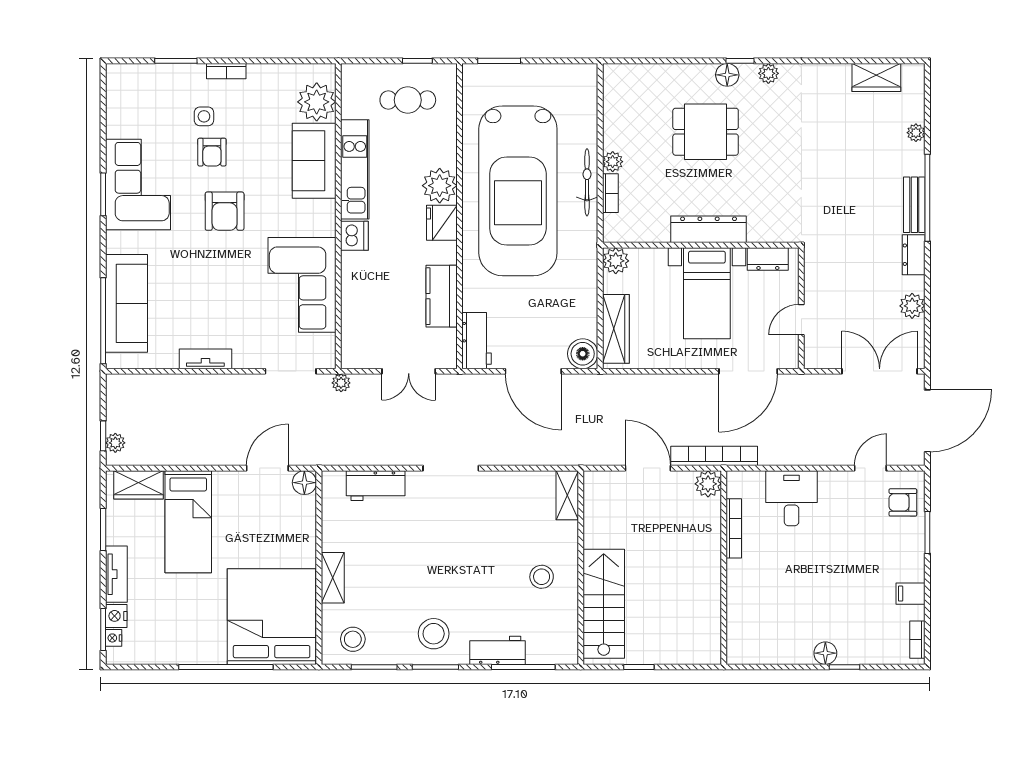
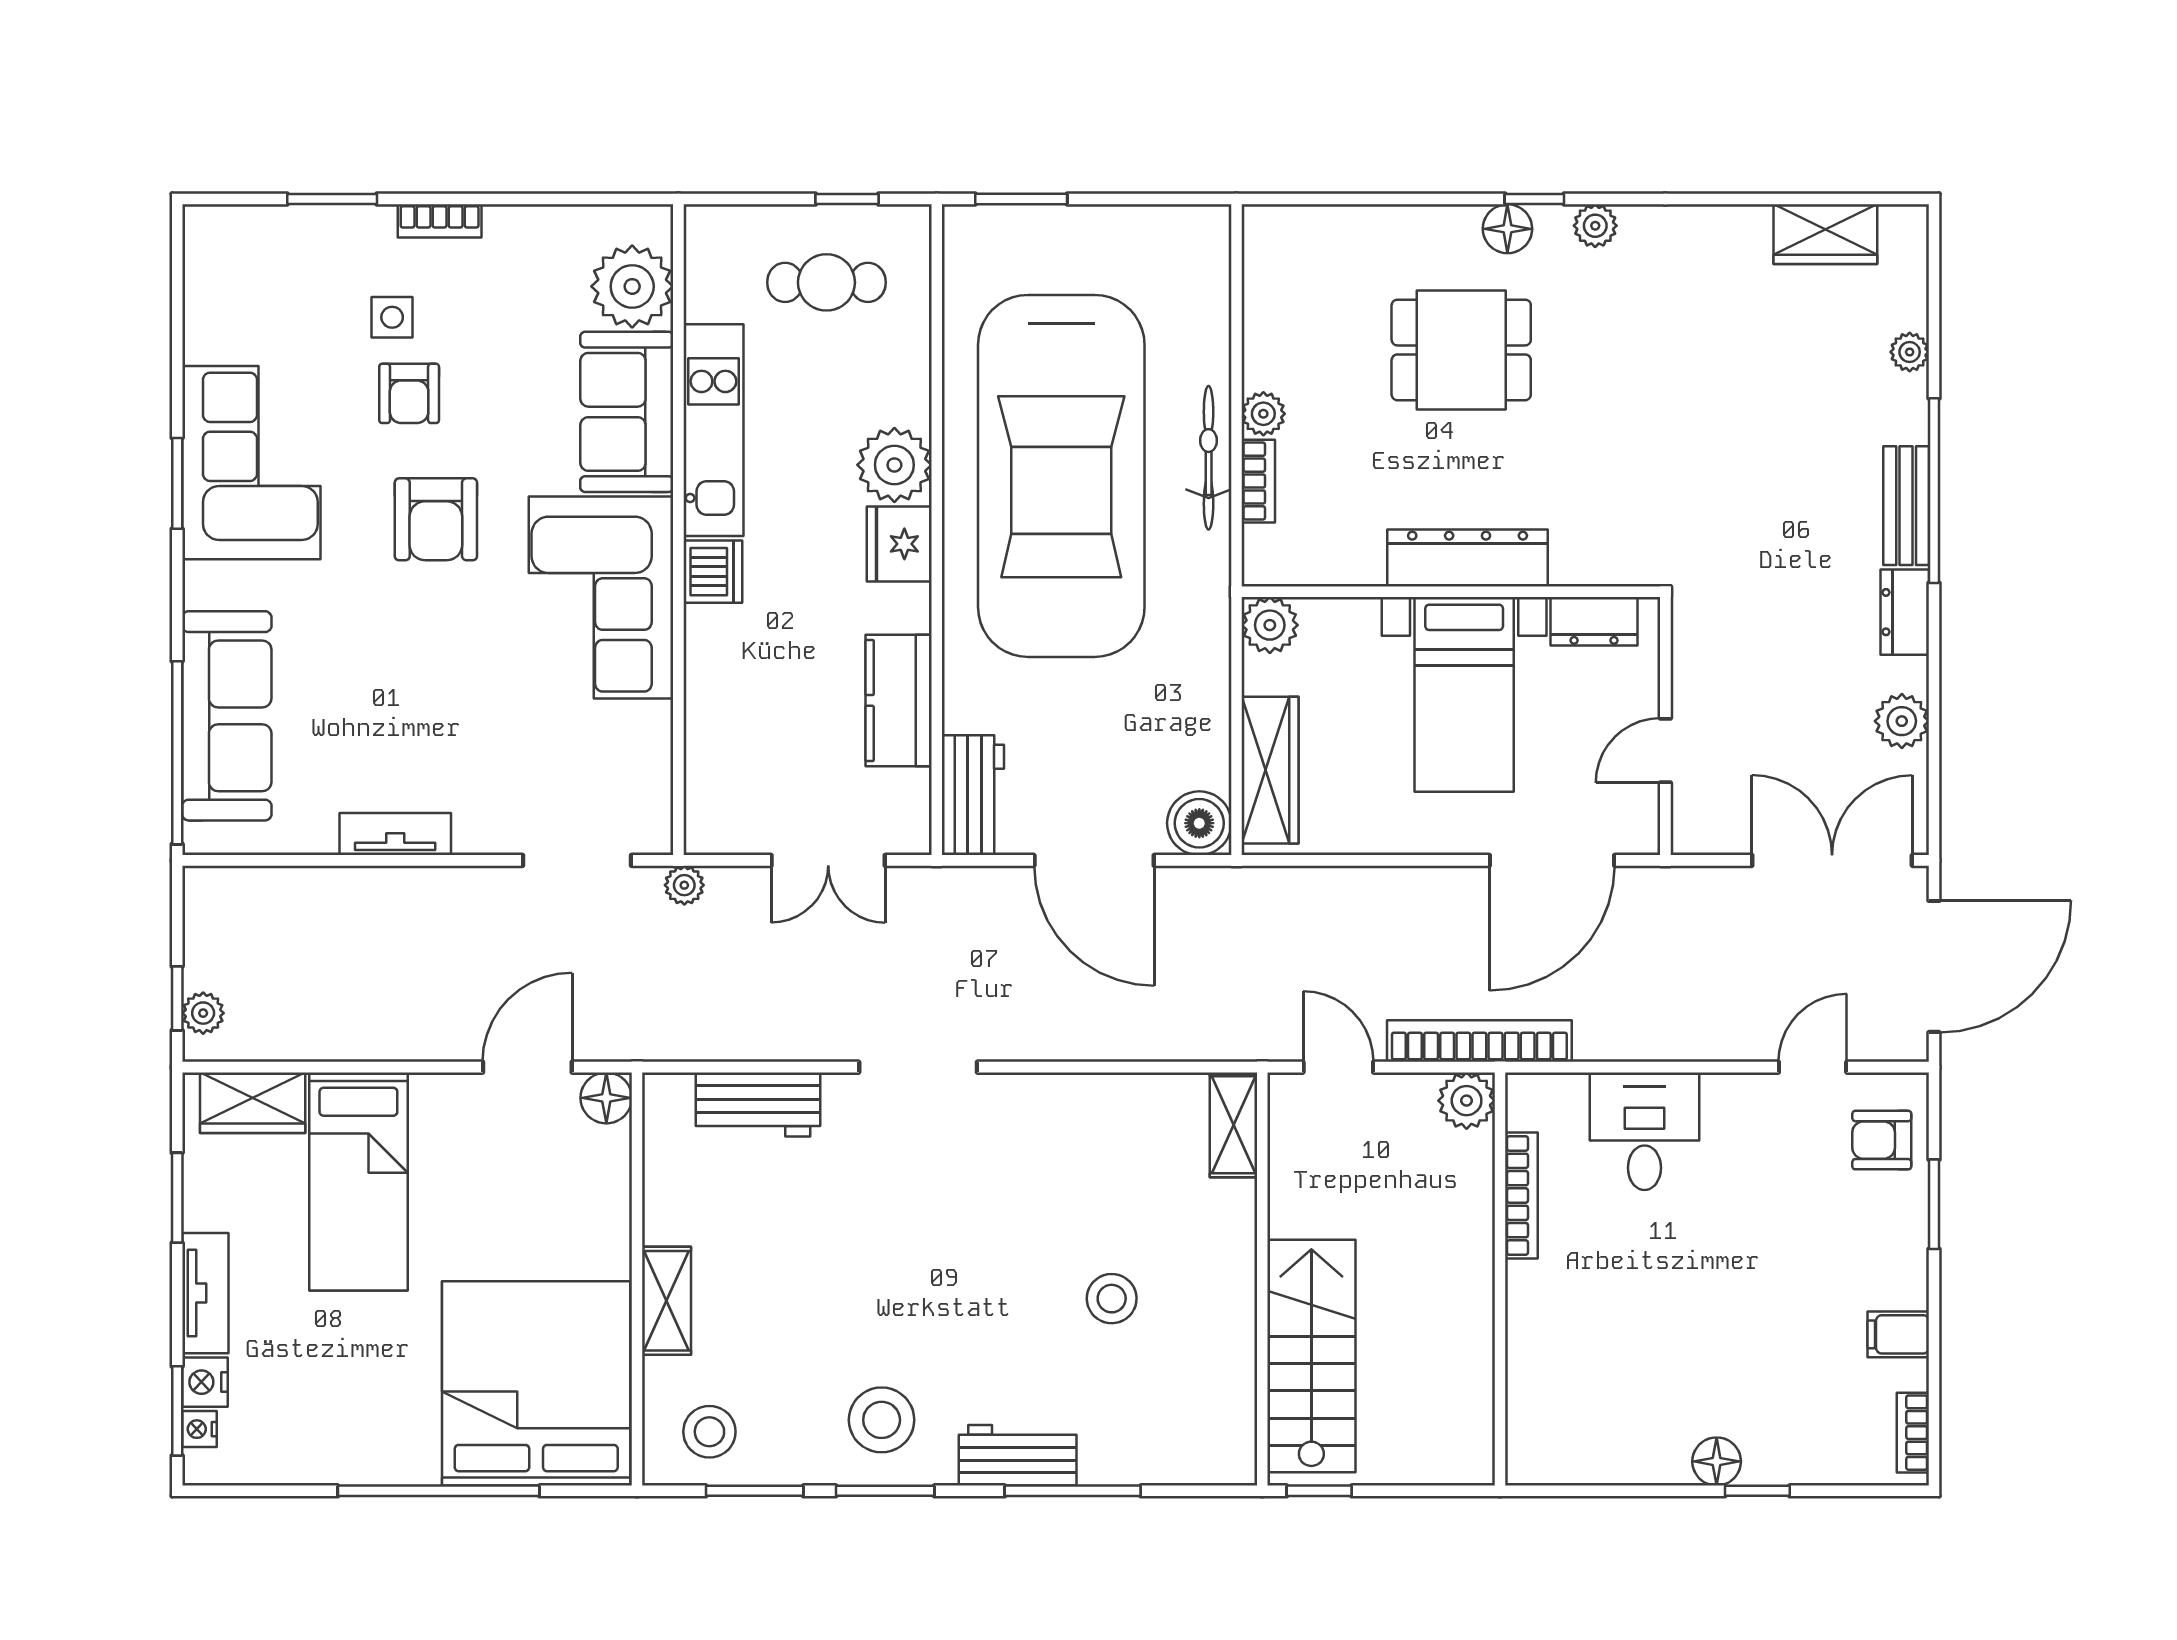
corner sofa: (302, 285) -> (601, 597), moved
door: (648, 468) -> (1338, 1067), width x0.73
shelving: (567, 495) -> (1233, 1125), moved
wall: (581, 568) -> (1262, 1279), moved
stairs: (604, 604) -> (1311, 1356), moved

